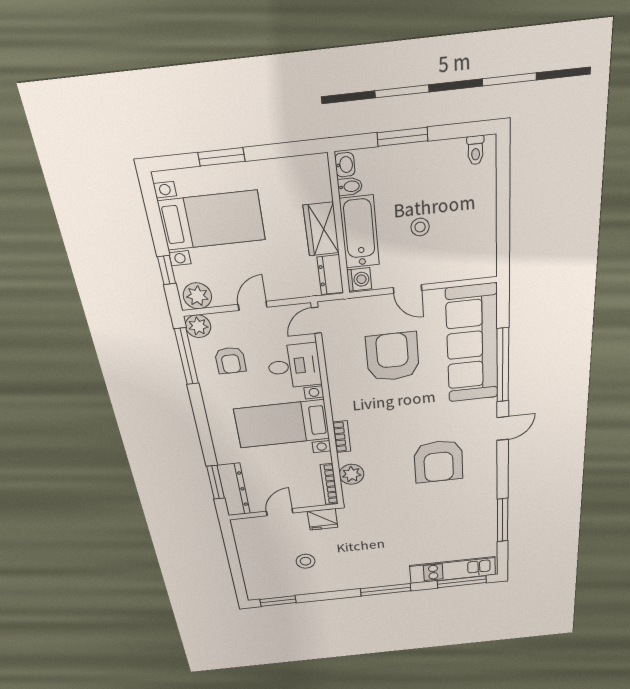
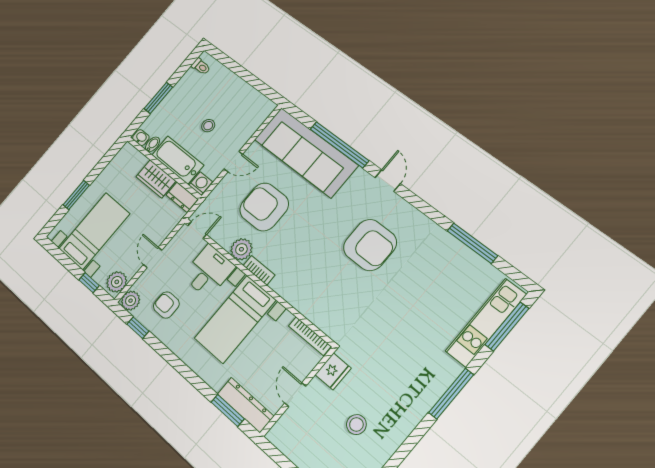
door: (316, 320) -> (197, 230), swing flipped
window: (187, 356) -> (138, 328), width x0.46
armchair: (230, 360) -> (166, 305), turned 180
bookcase: (342, 437) -> (259, 270), moved
plant: (352, 474) -> (241, 249), moved

